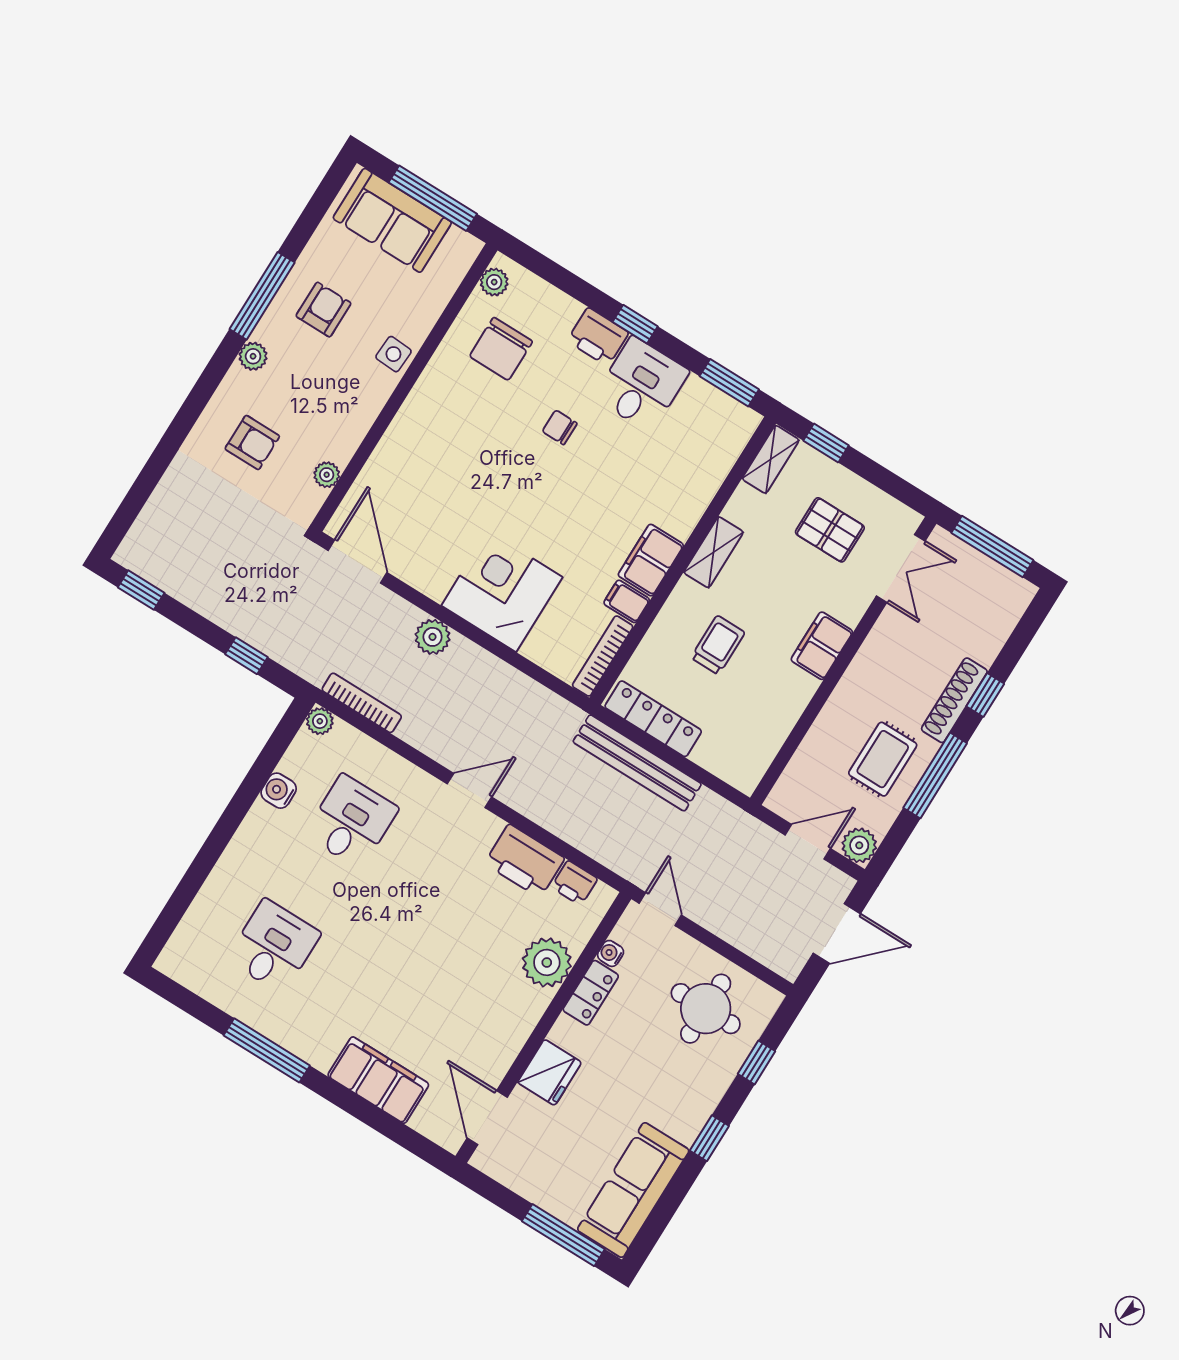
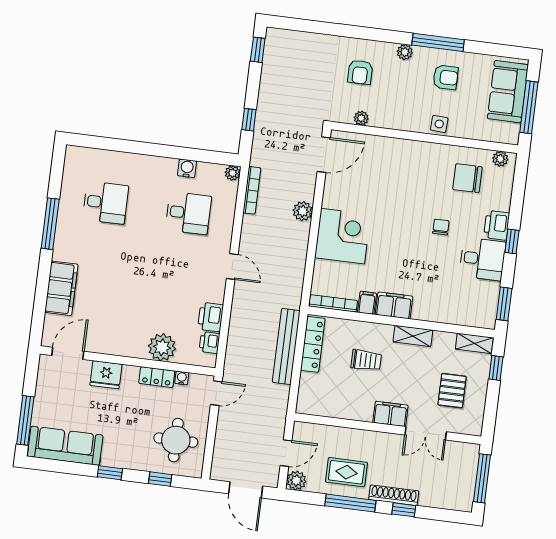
double door: (901, 568) -> (426, 433), moved
door: (808, 842) -> (286, 453), hinge flipped
printer: (525, 861) -> (211, 317), width x0.73, depth x0.84

